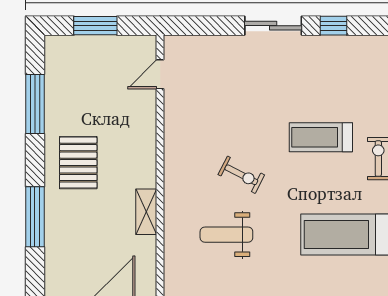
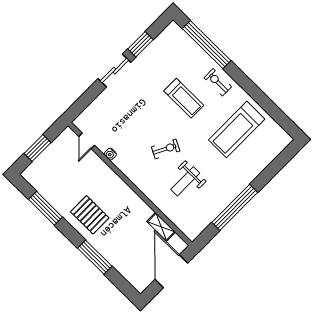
window: (334, 26) -> (141, 44), width x1.50
water cooler: (172, 117) -> (110, 154), added
treadmill: (321, 137) -> (184, 98), turned -90
shelving: (146, 212) -> (161, 227), moved

